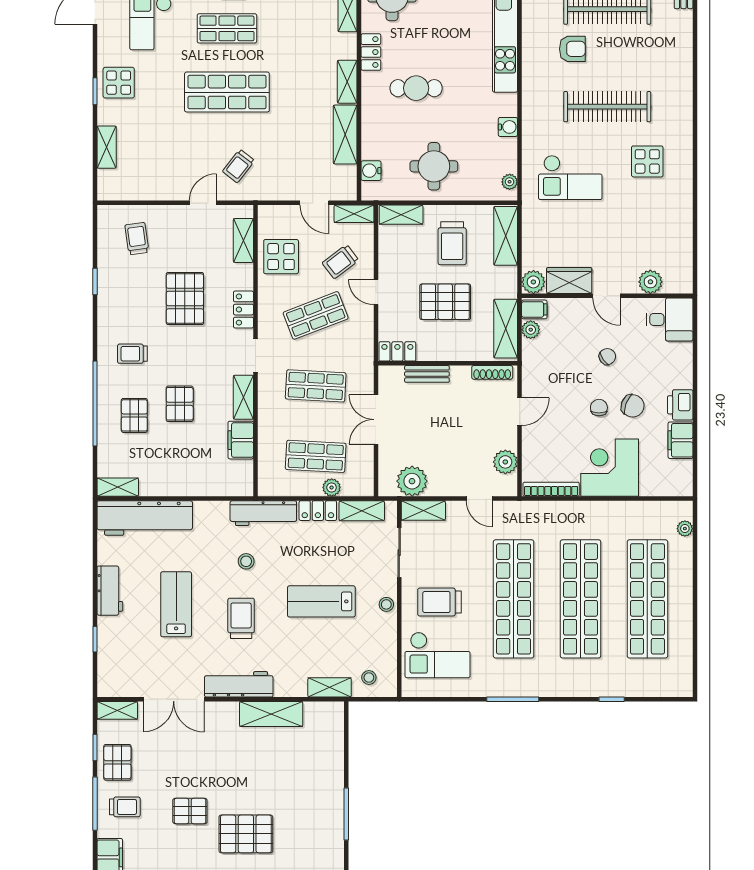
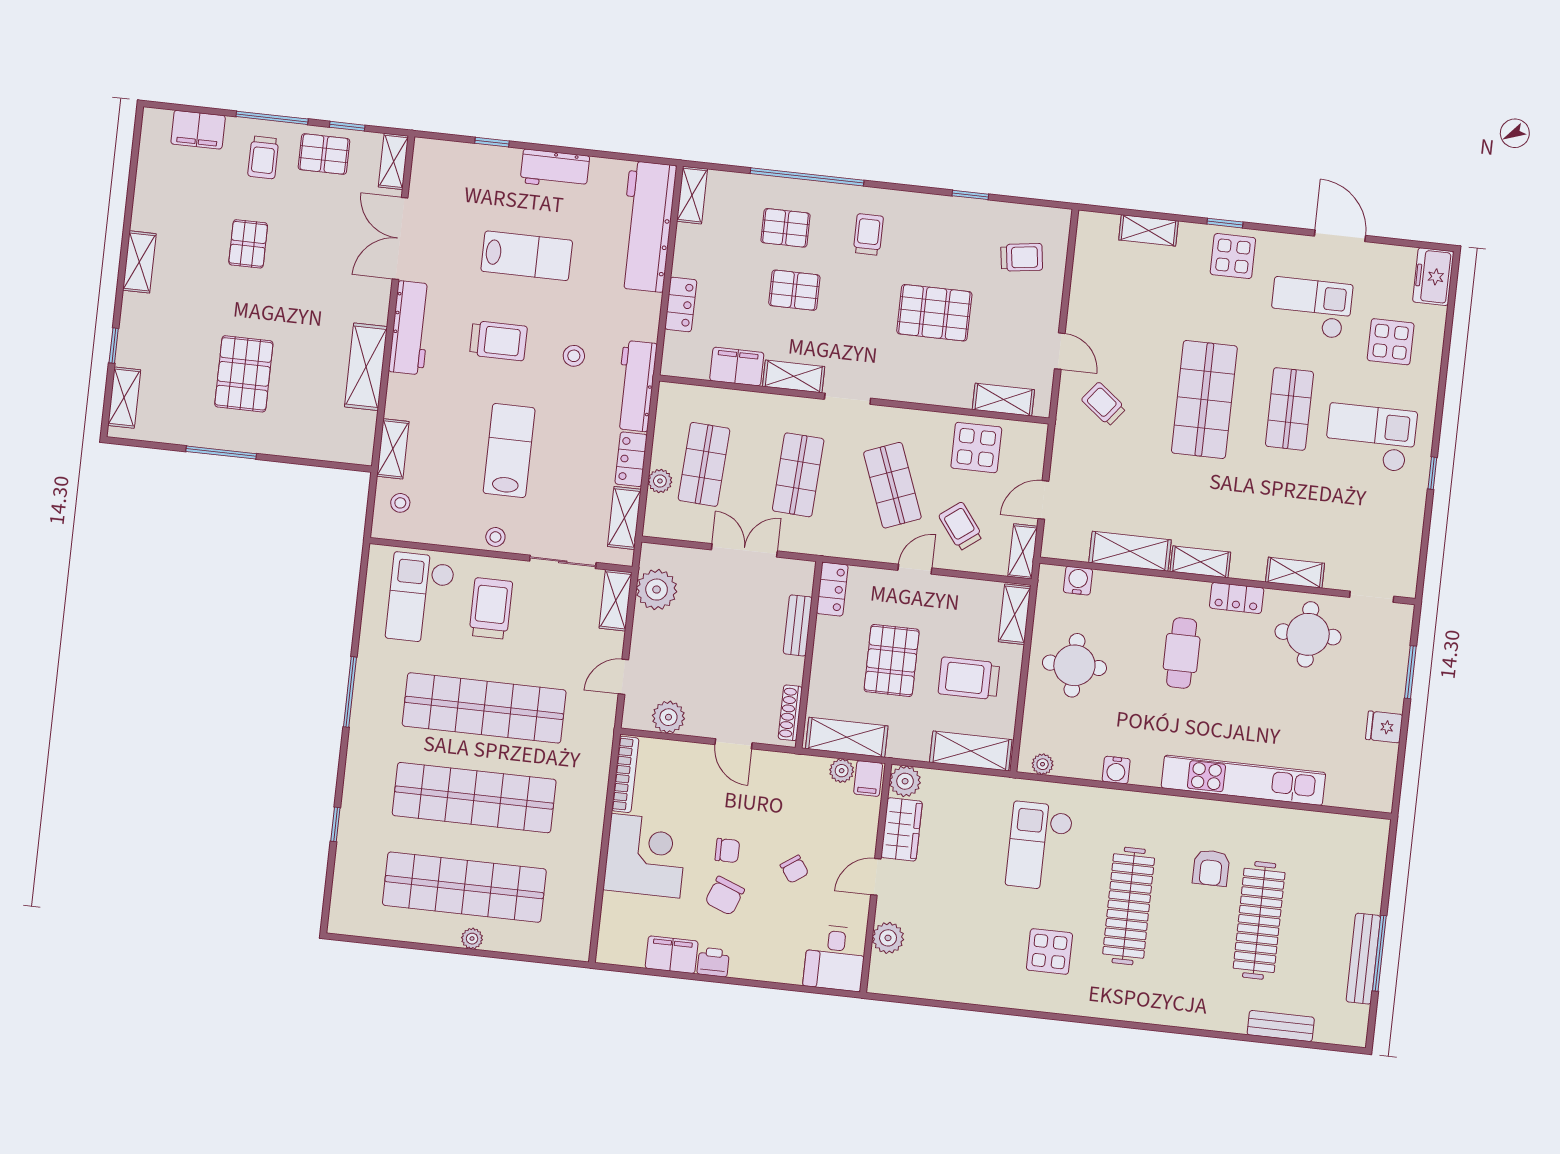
locker: (243, 310) -> (681, 304), moved, turned 90
printer: (680, 405) -> (713, 962), width x0.73, depth x0.81
plant: (685, 529) -> (472, 939), moved
pallet: (246, 834) -> (244, 374), moved

